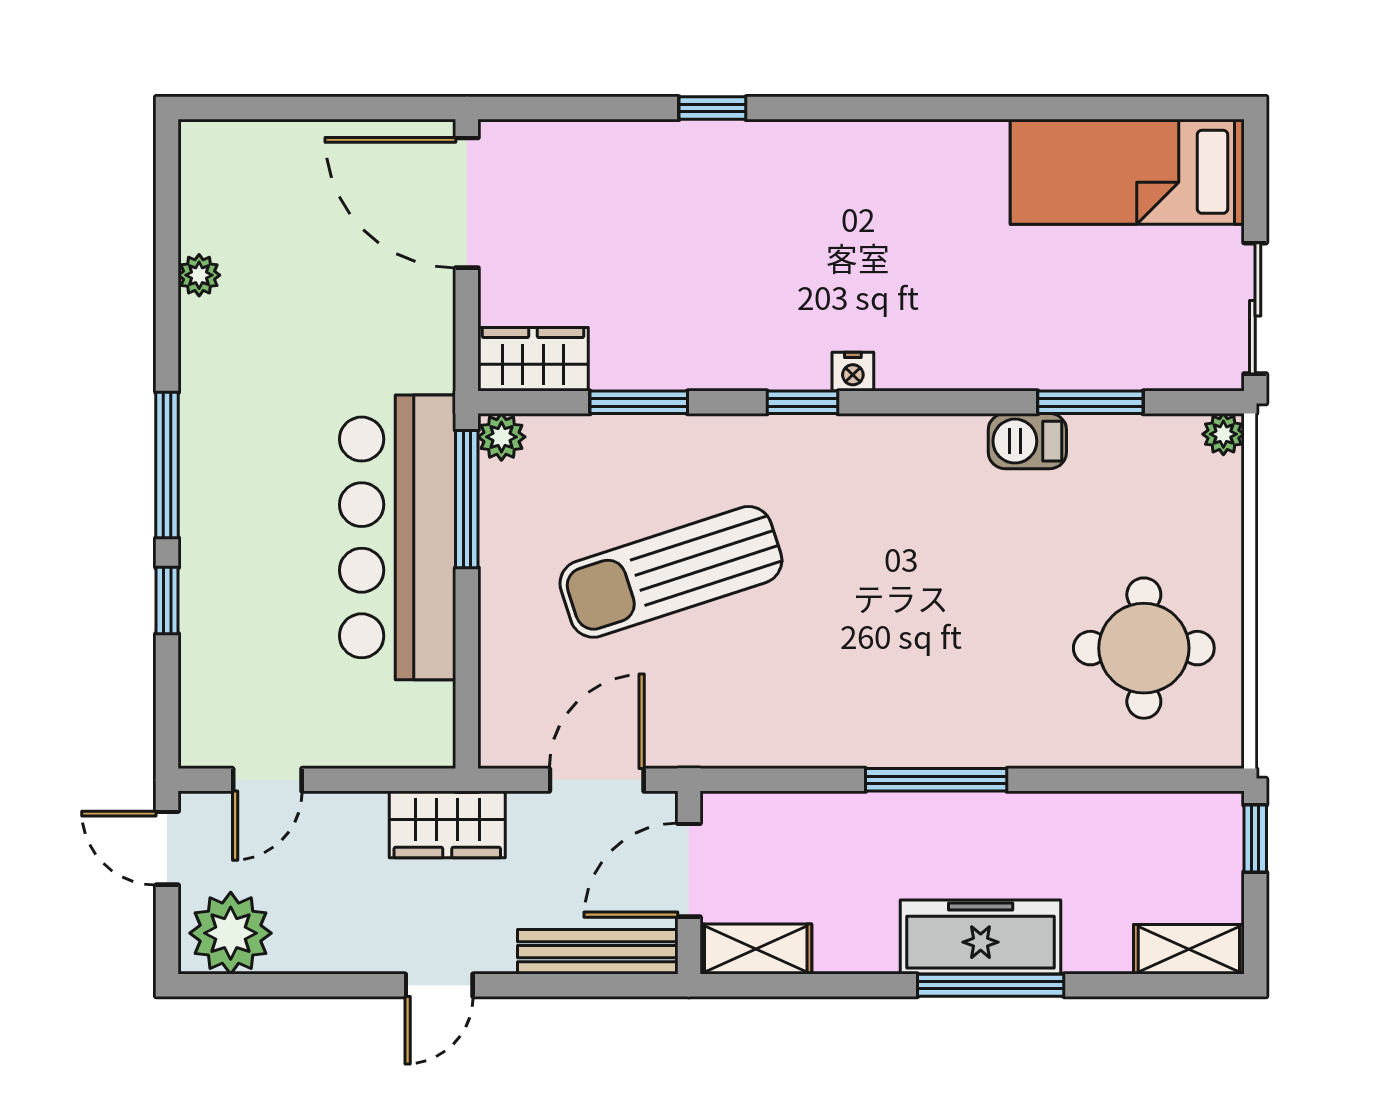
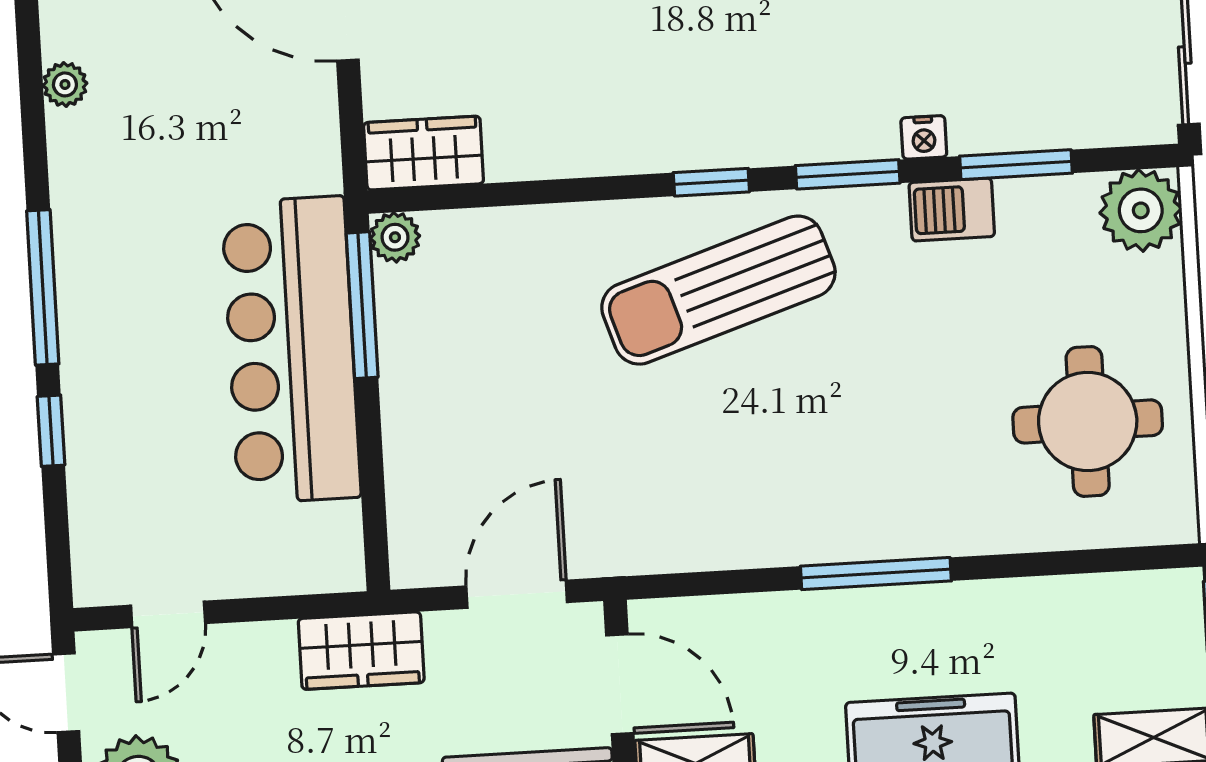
nightstand: (853, 372) -> (924, 137), moved
window: (639, 402) -> (848, 174), moved
plant: (1223, 434) -> (1141, 210), width x1.88, depth x1.88
sun lounger: (671, 572) -> (718, 290), moved
door: (689, 870) -> (620, 684), swing flipped

